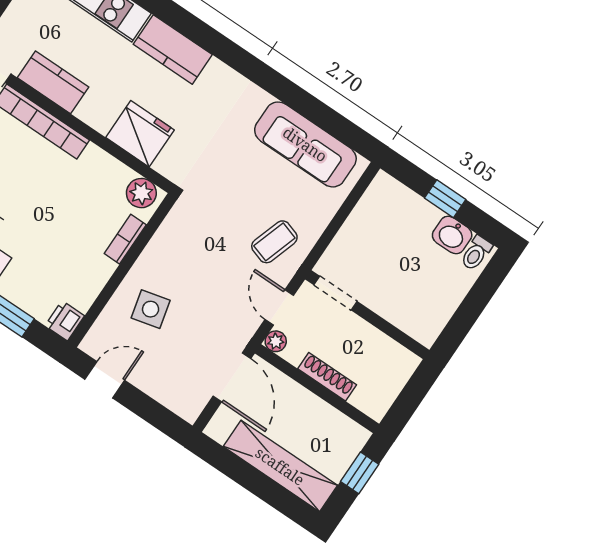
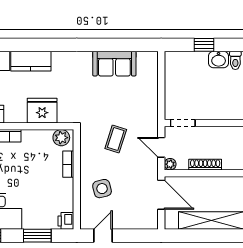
sofa: (305, 144) -> (114, 64), width x0.73
coffee table: (274, 242) -> (116, 139), moved

